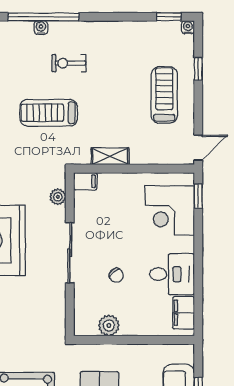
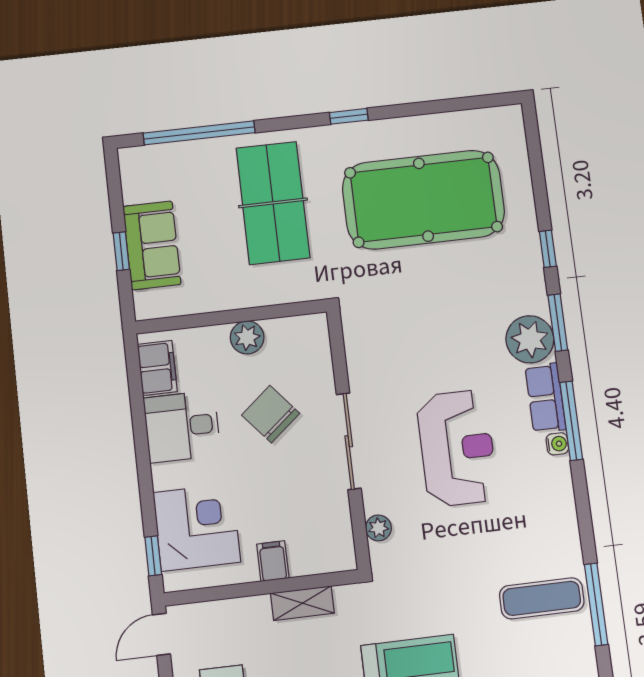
filing cabinet: (85, 181) -> (273, 561), moved, turned 90
chair: (116, 275) -> (271, 414), width x1.87, depth x1.87
plant: (109, 325) -> (247, 337), moved

